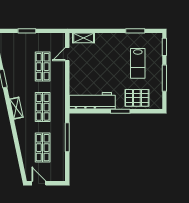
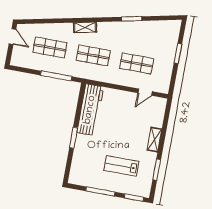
shelving: (84, 38) -> (154, 140), moved
door: (67, 54) -> (145, 92), swing flipped
pallet: (137, 98) -> (85, 158), removed
shelving: (16, 108) -> (85, 27), moved
door: (39, 183) -> (12, 37), hinge flipped

